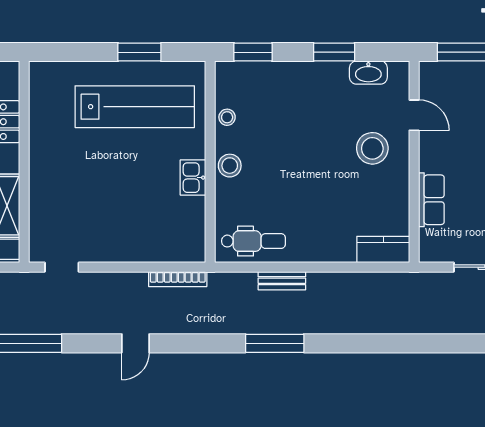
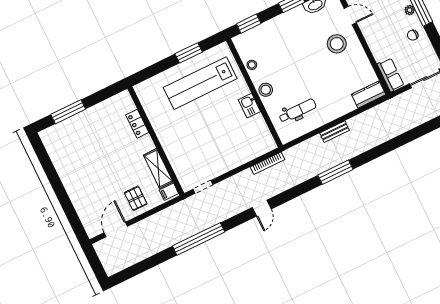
lab bench: (135, 107) -> (200, 83), turned 180
row of seats: (431, 200) -> (391, 75), moved
dental chair: (253, 241) -> (298, 111), moved
bench: (282, 281) -> (335, 132), moved

